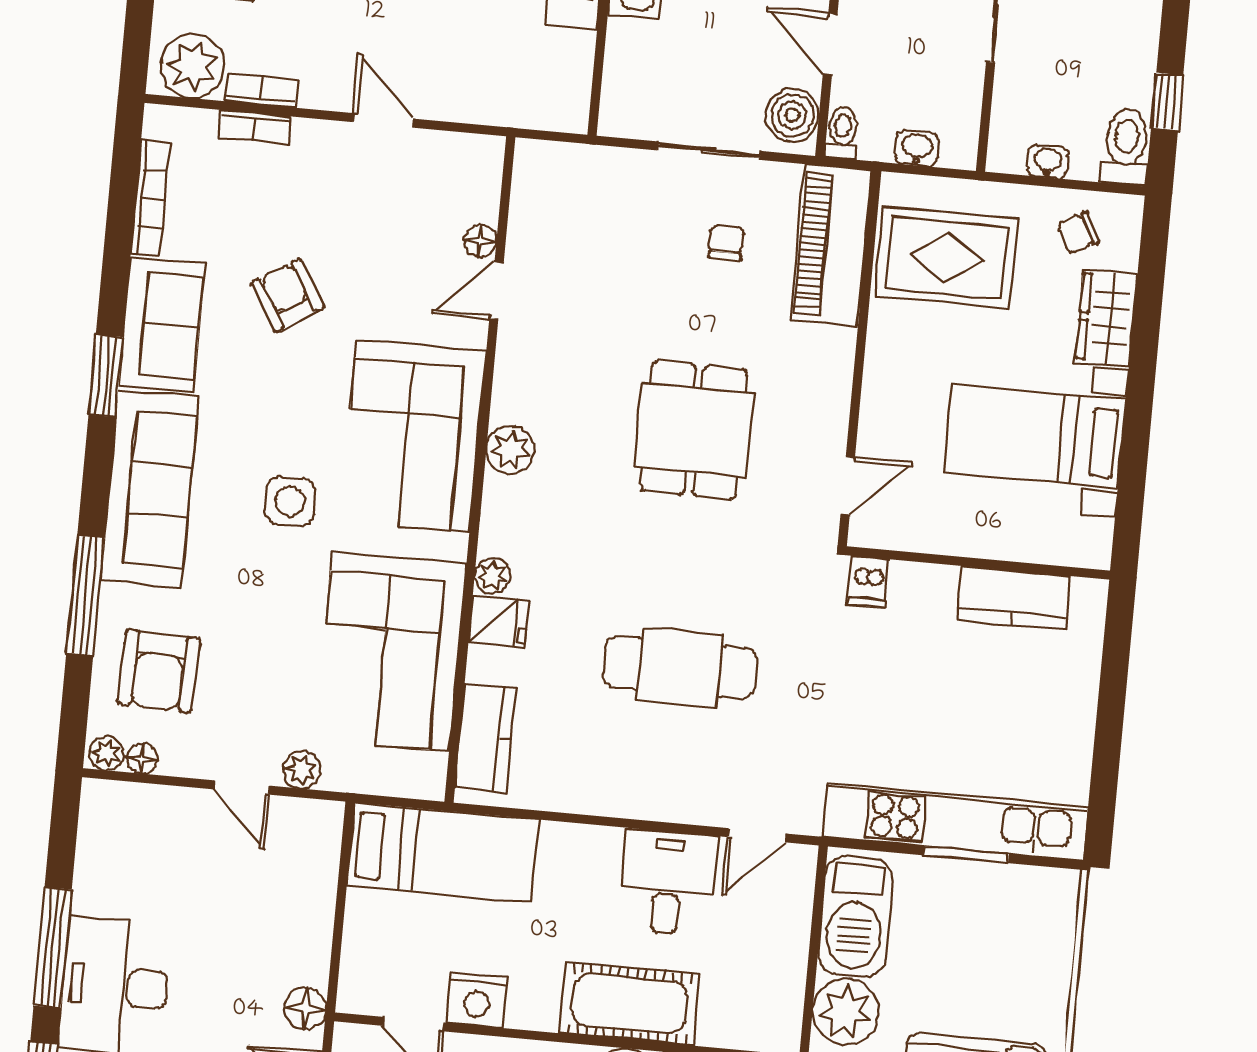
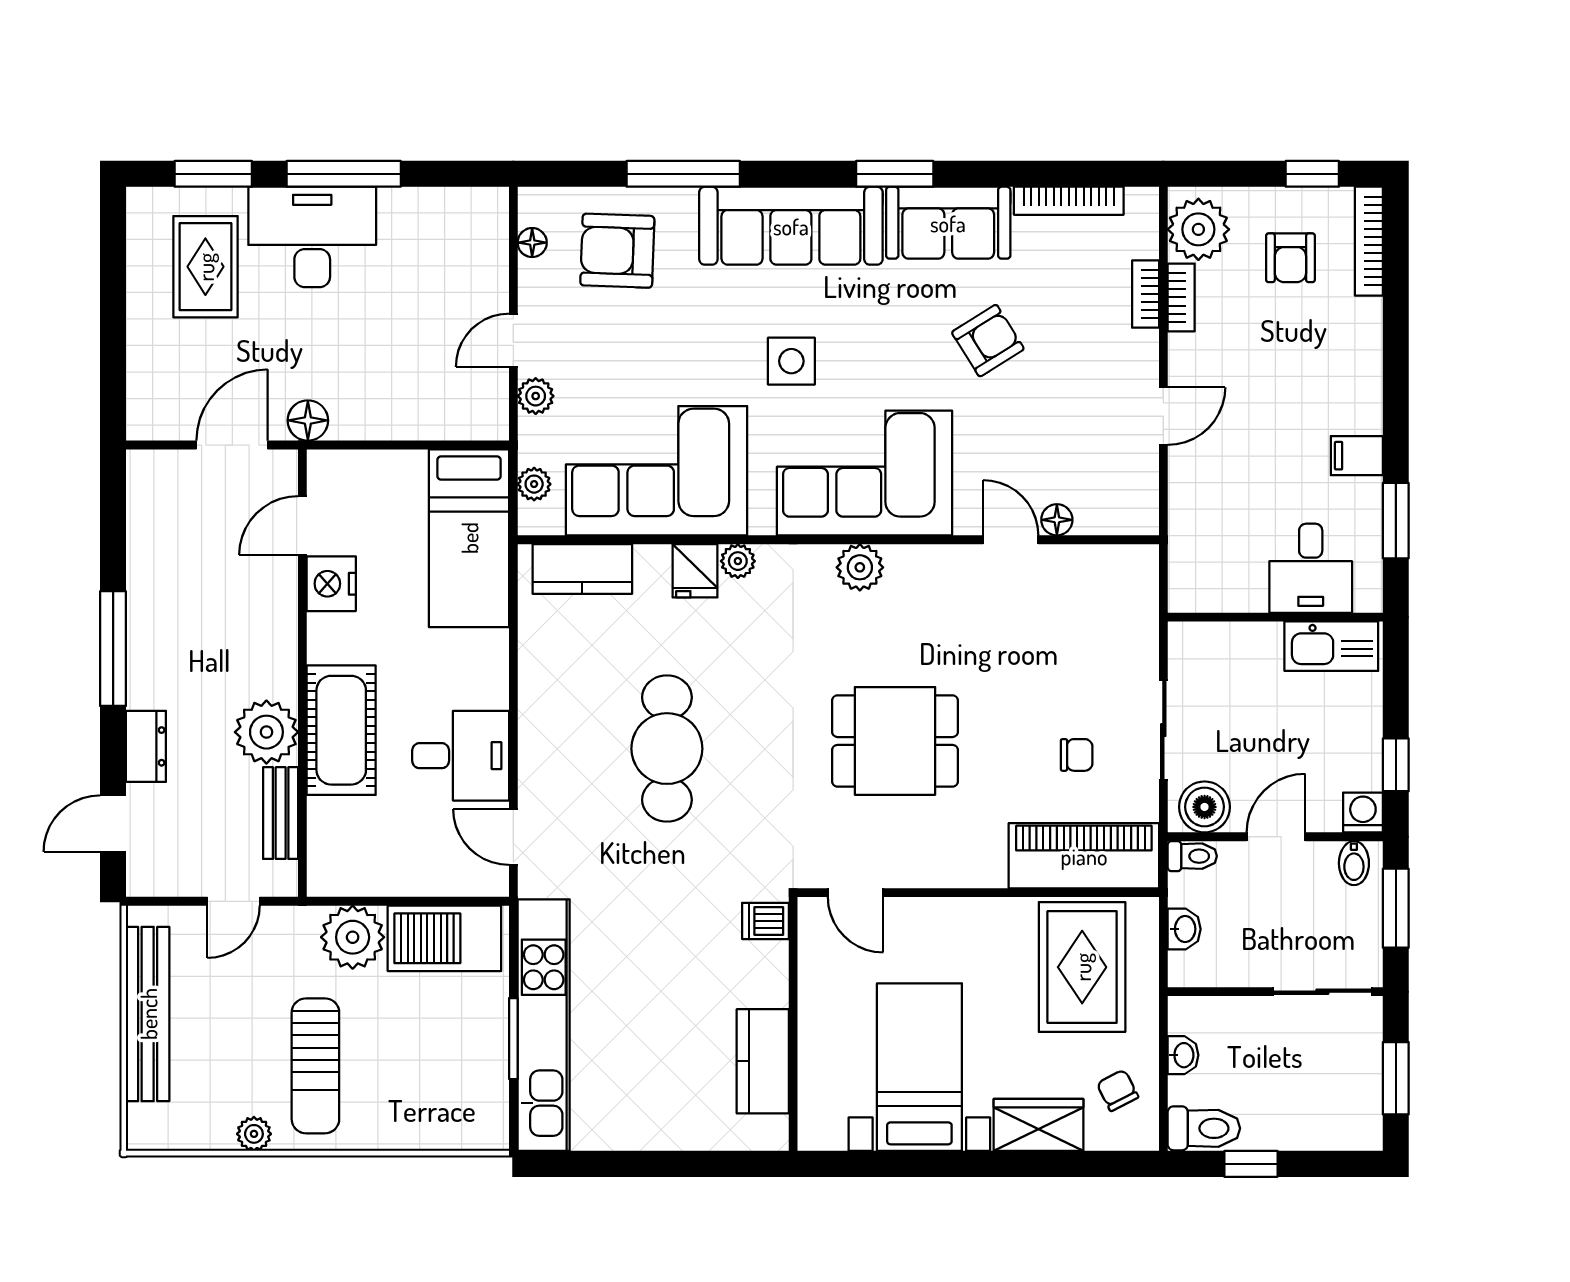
plant: (107, 753) -> (534, 484), moved

